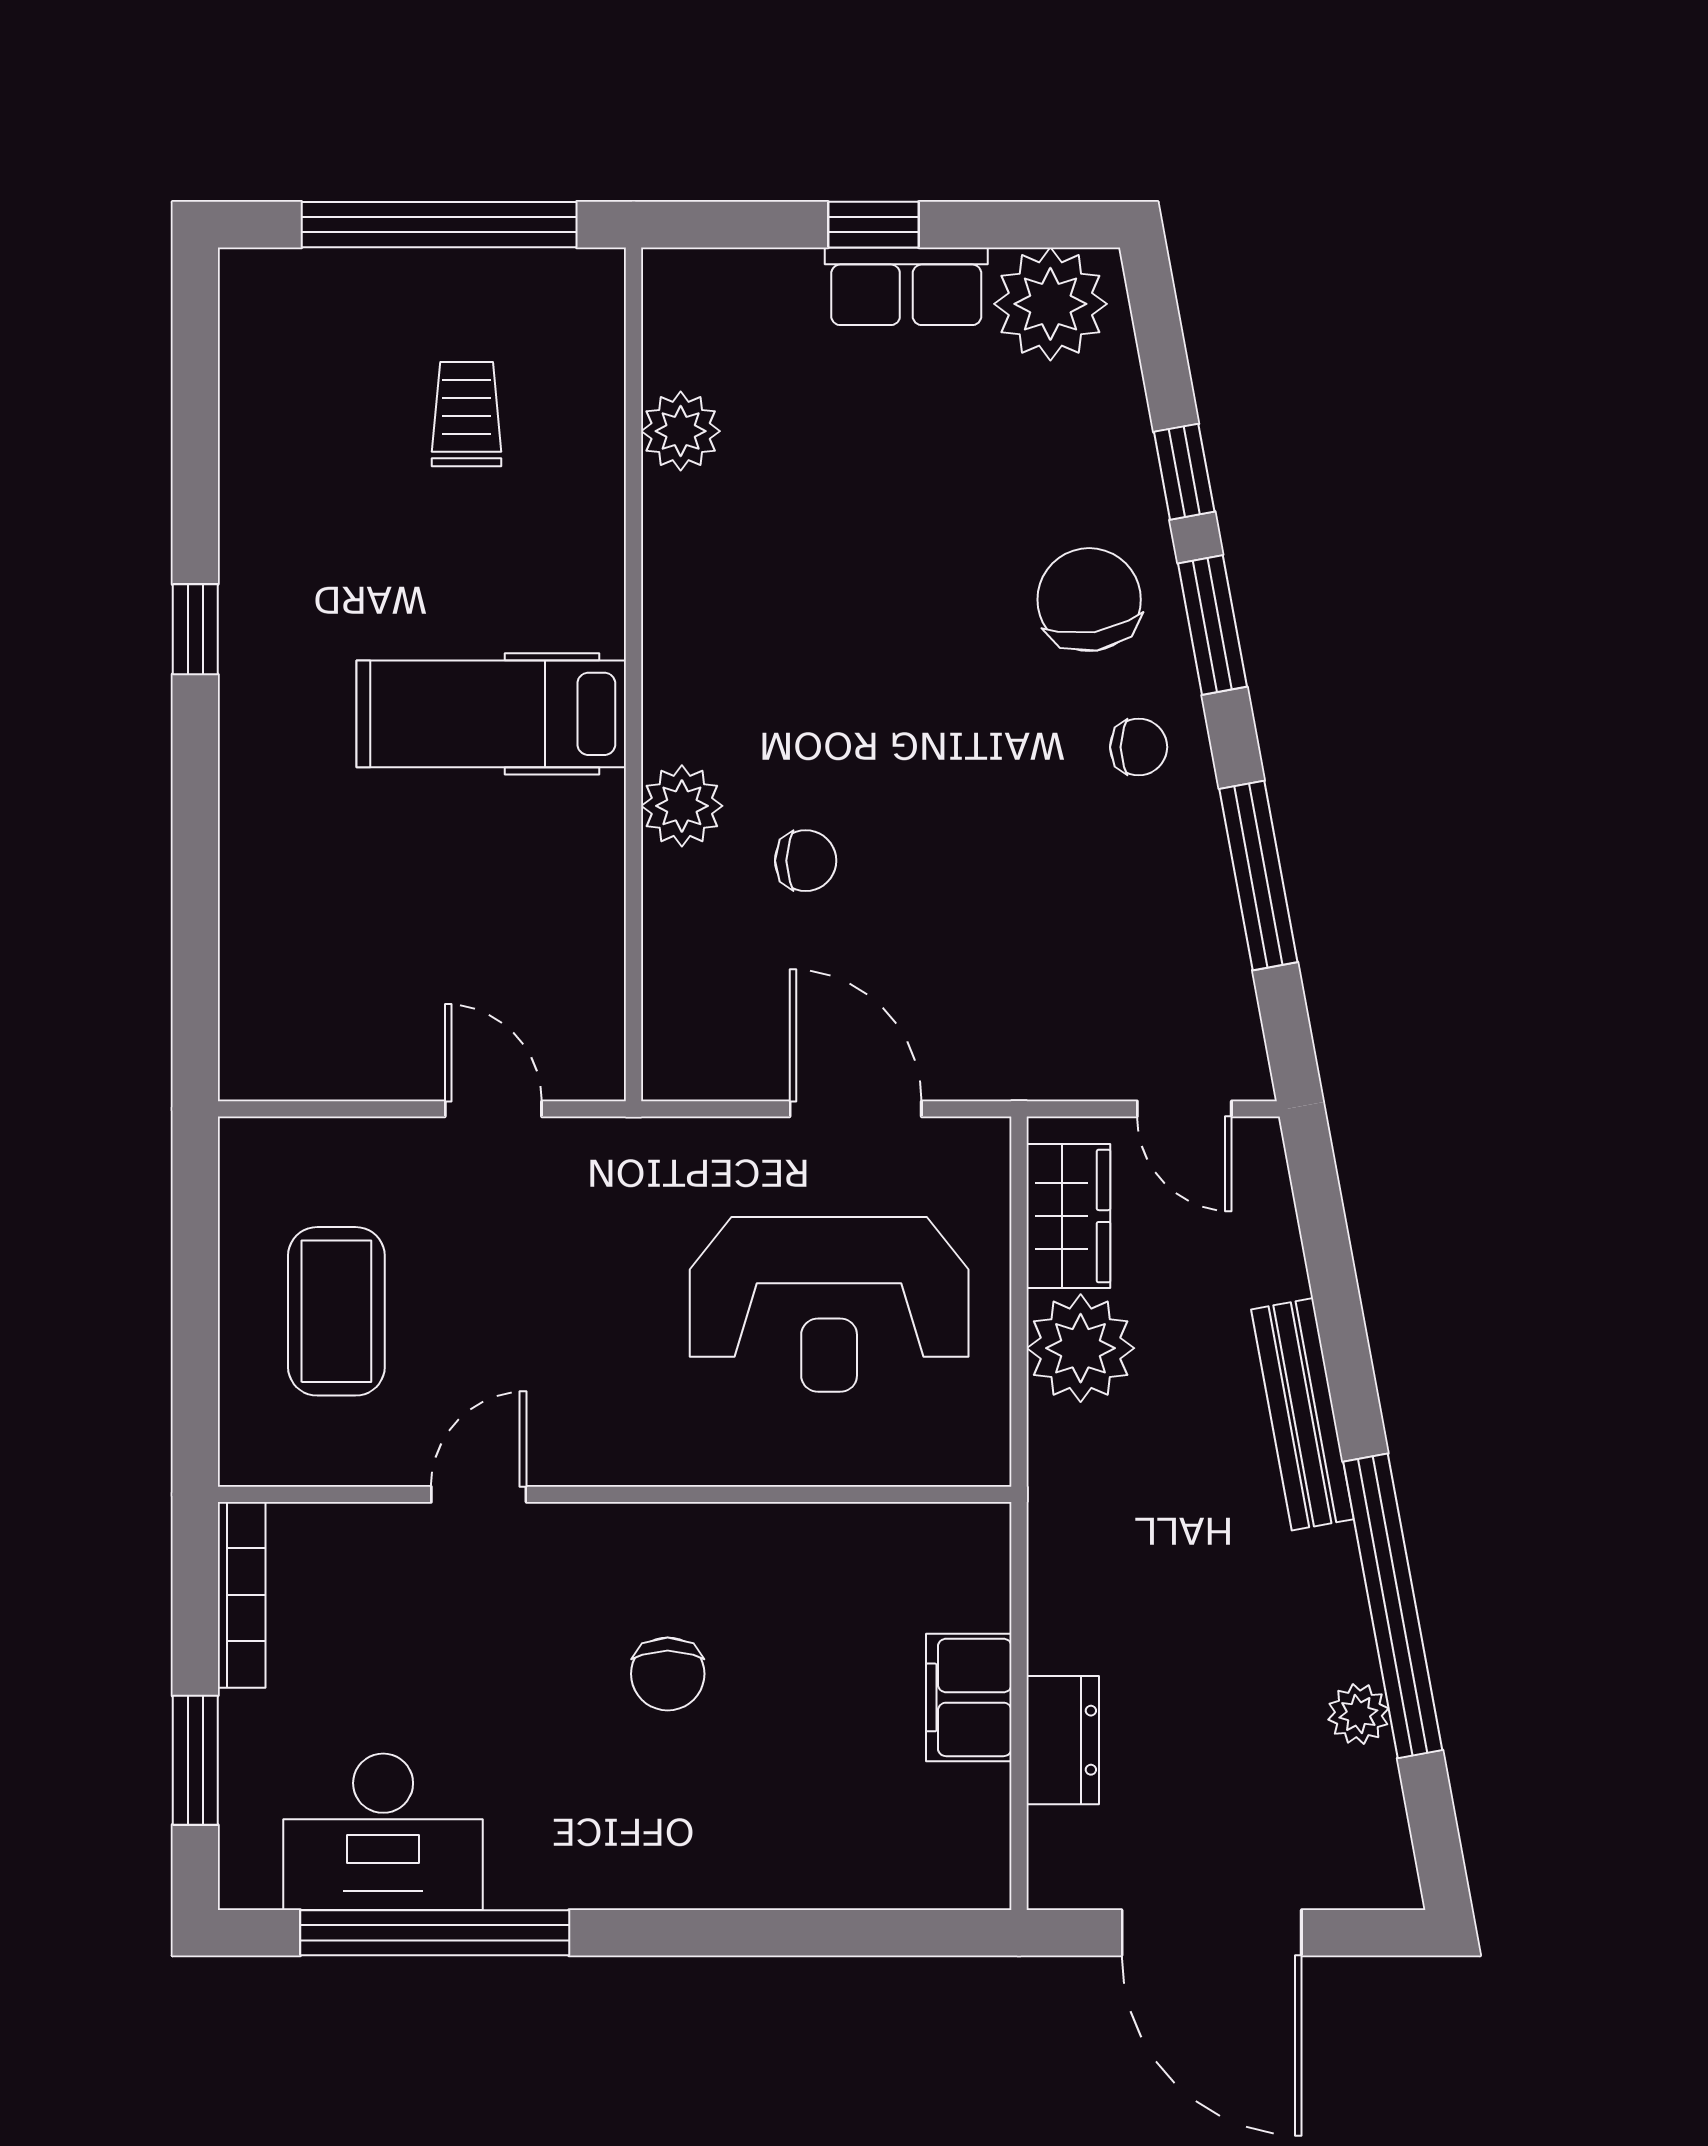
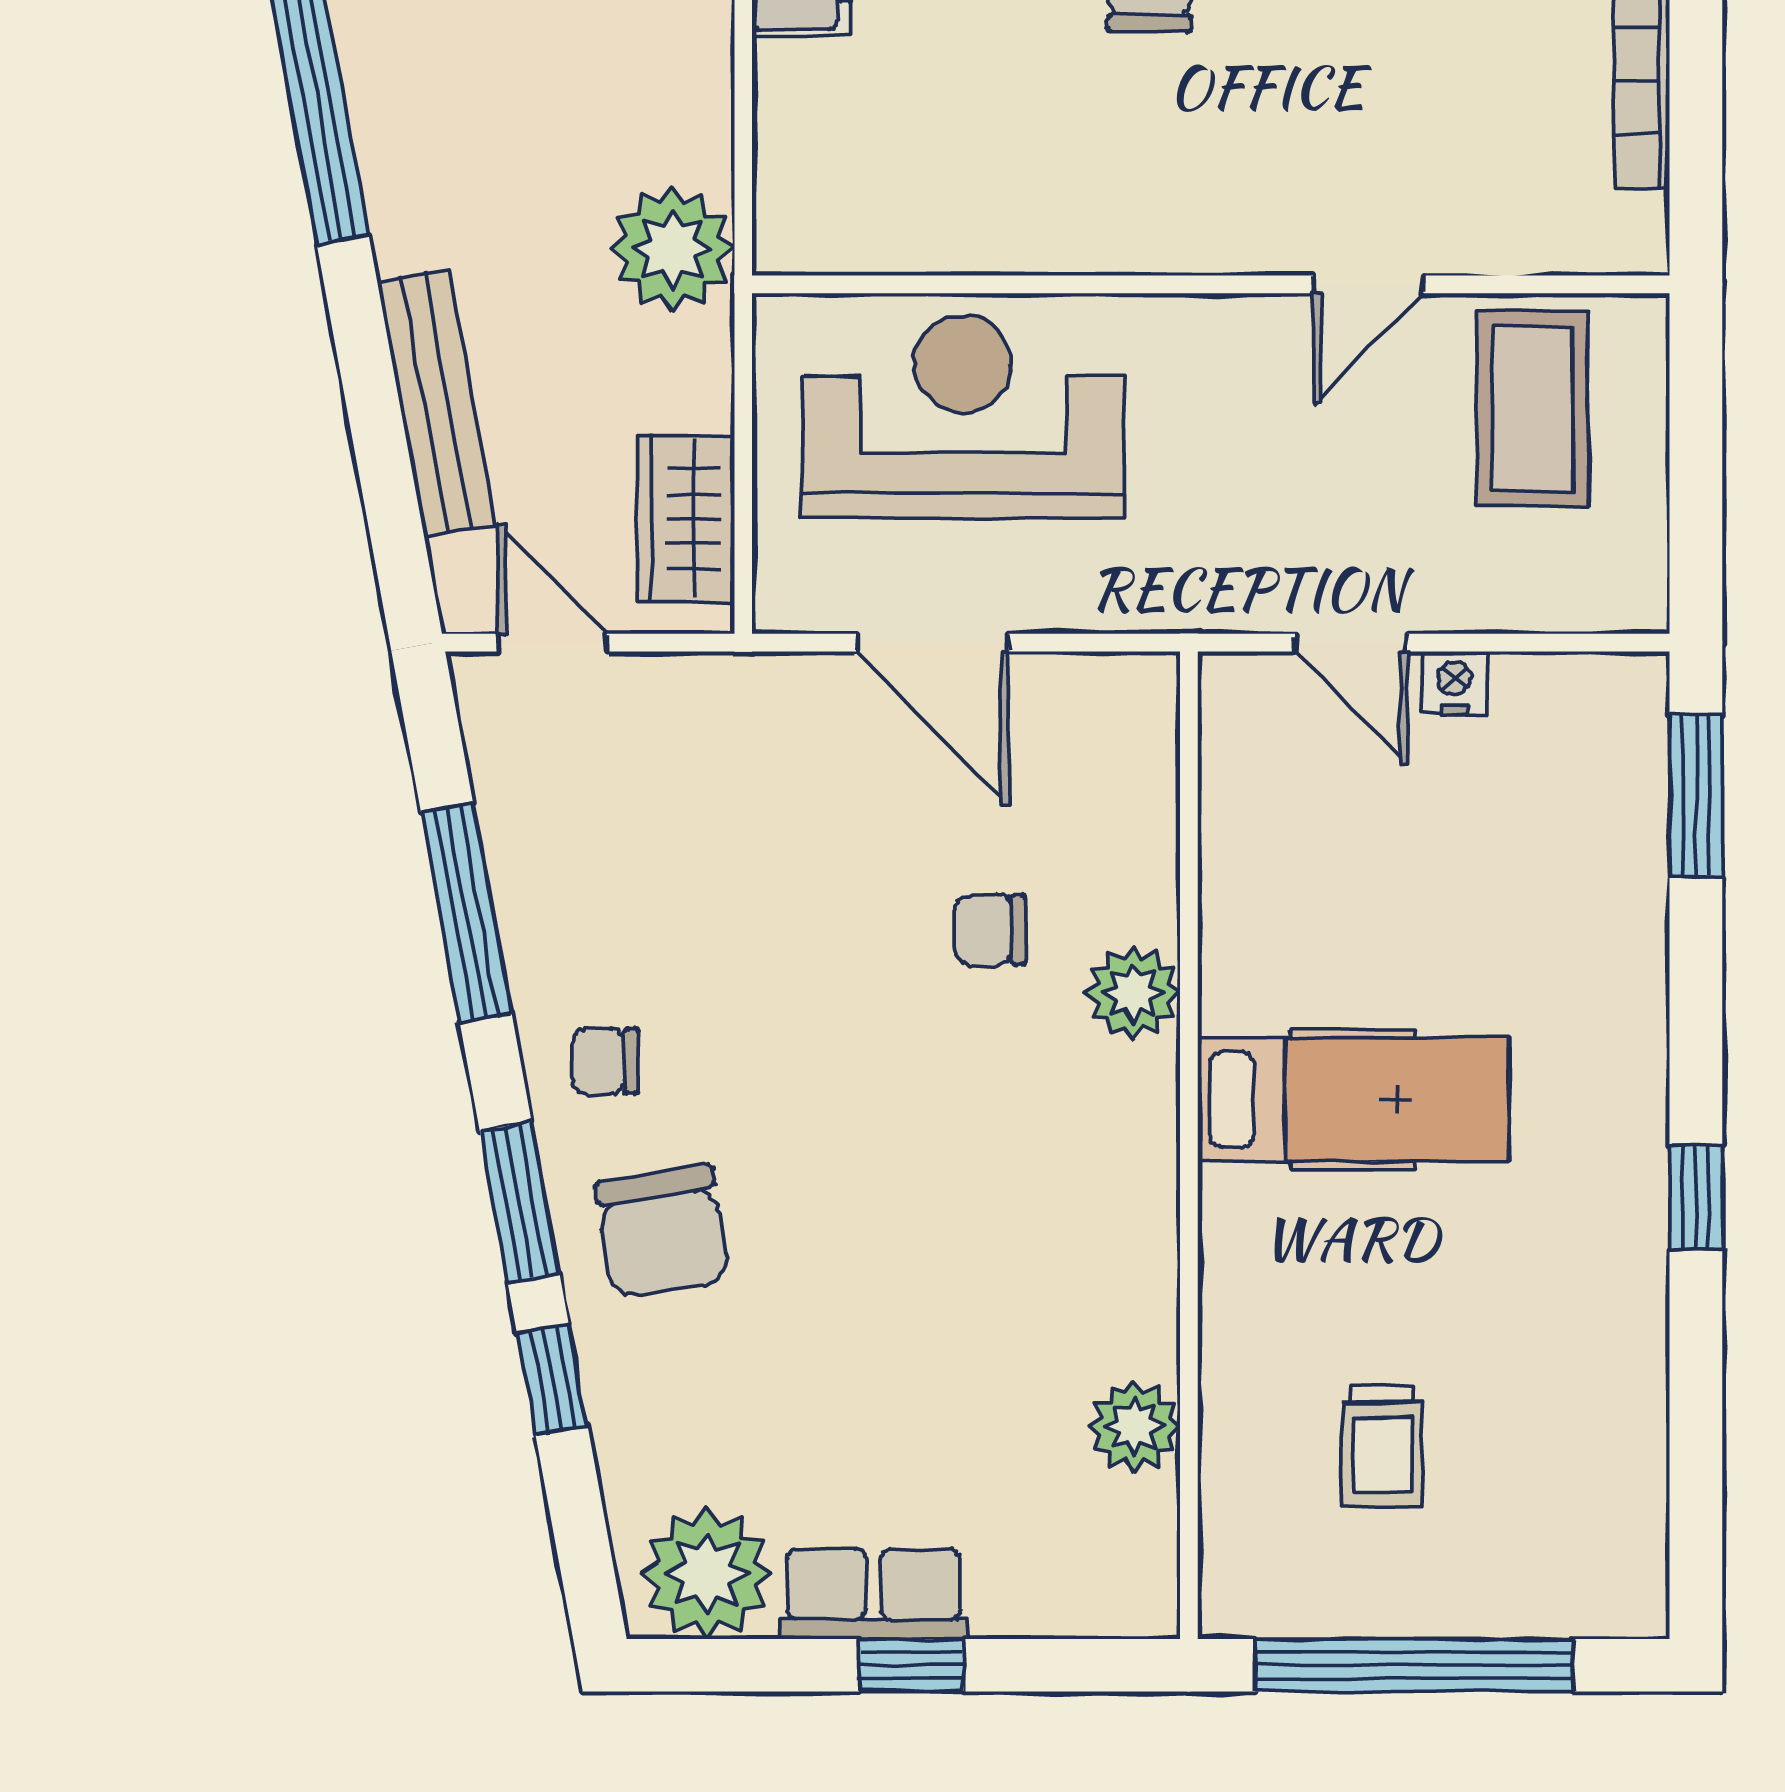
window: (195, 977) -> (1696, 796), added
nightstand: (404, 1074) -> (1455, 683), added
plant: (1081, 1348) -> (672, 249), moved
bench: (1302, 1414) -> (436, 404), moved
door: (479, 1494) -> (1368, 284), moved
wall: (615, 1494) -> (1211, 284), moved

